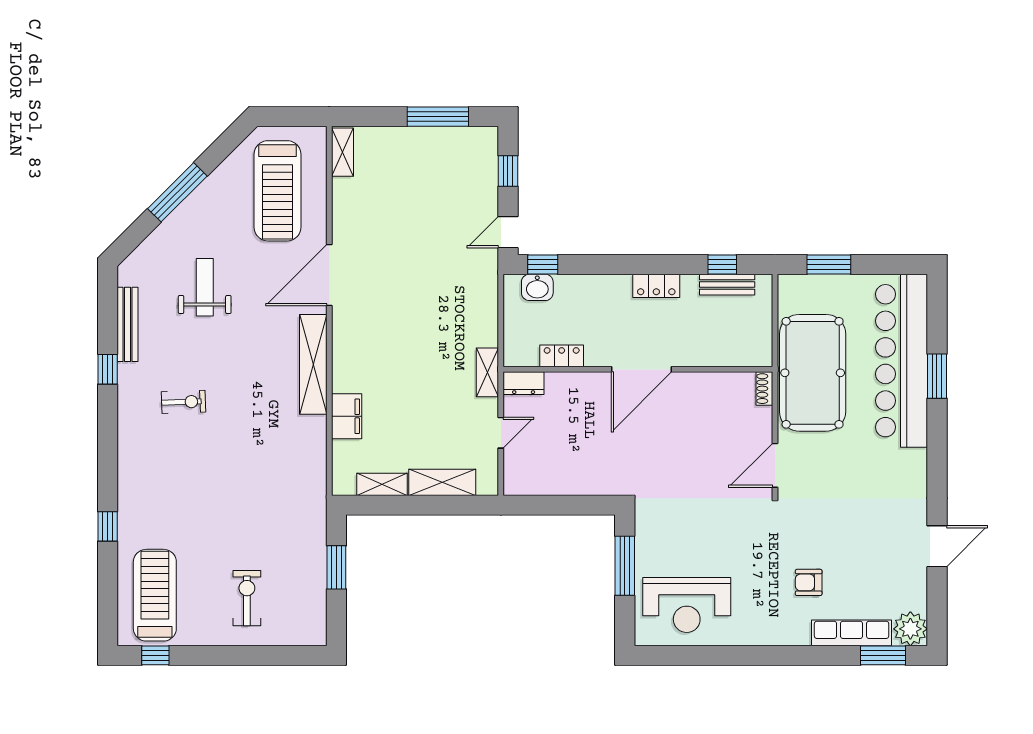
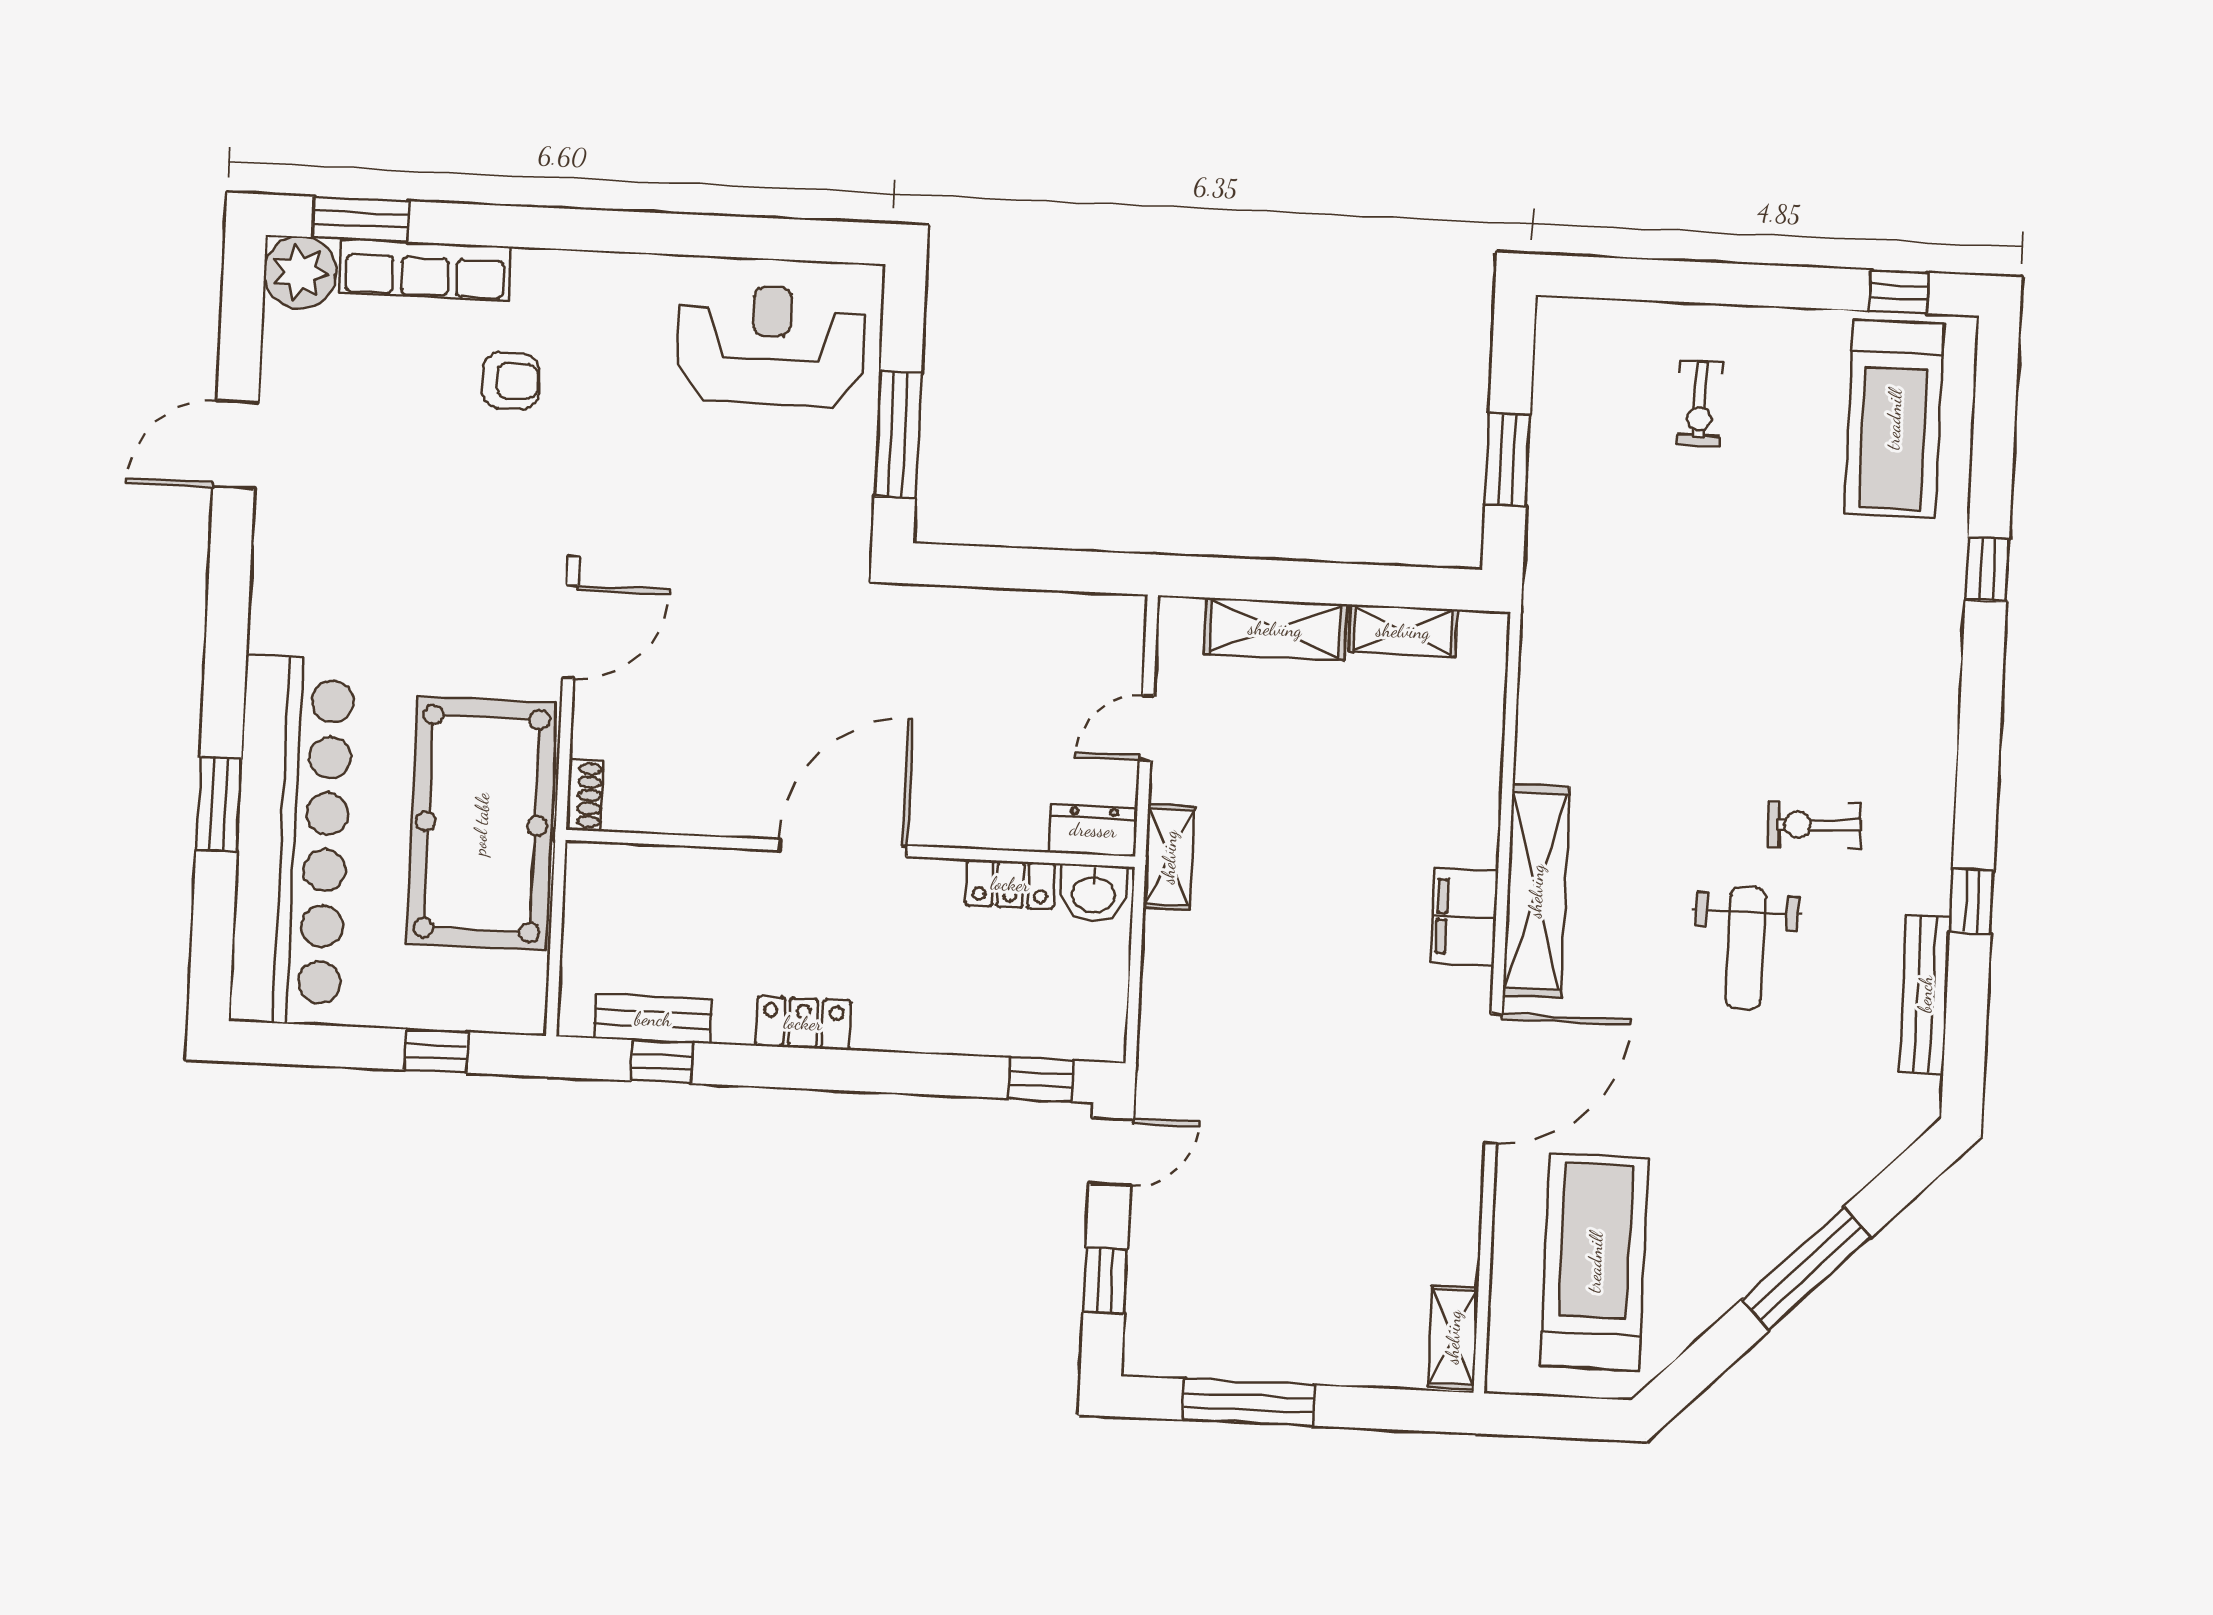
window: (829, 264) -> (436, 1051), width x0.67
weight bench: (205, 287) -> (1745, 948), moved
washbasin: (537, 287) -> (1093, 893), moved, turned 180
filing cabinet: (347, 416) -> (1464, 917), moved
exercise bike: (247, 598) -> (1700, 404), width x0.73, depth x0.72

